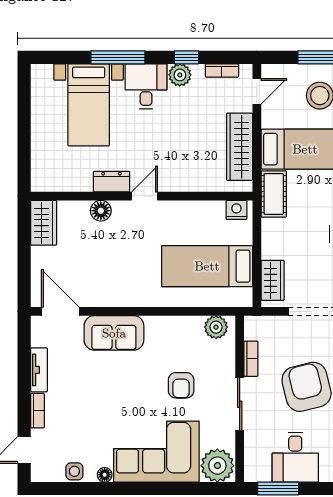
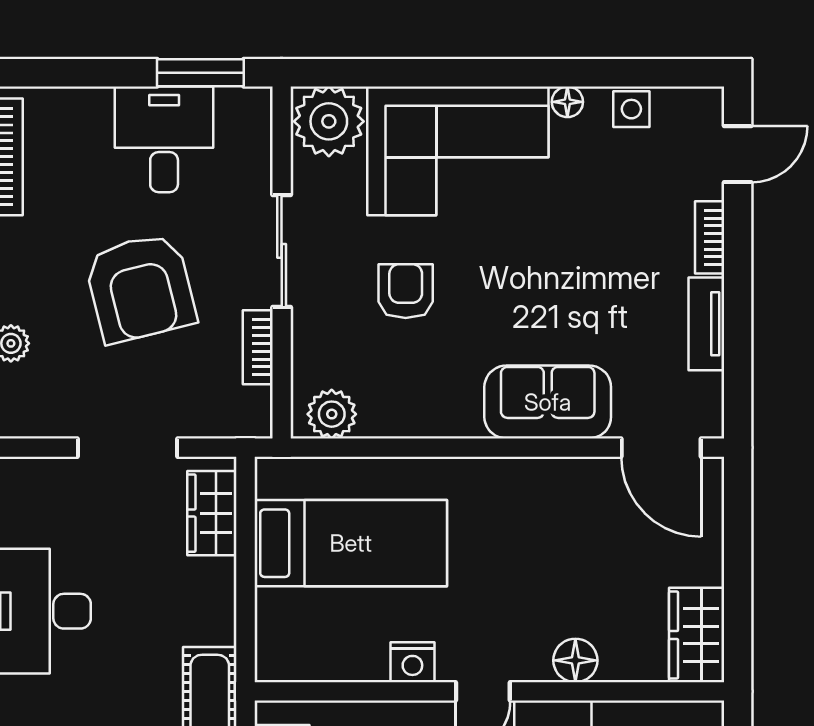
nightstand: (236, 210) -> (412, 662), moved

